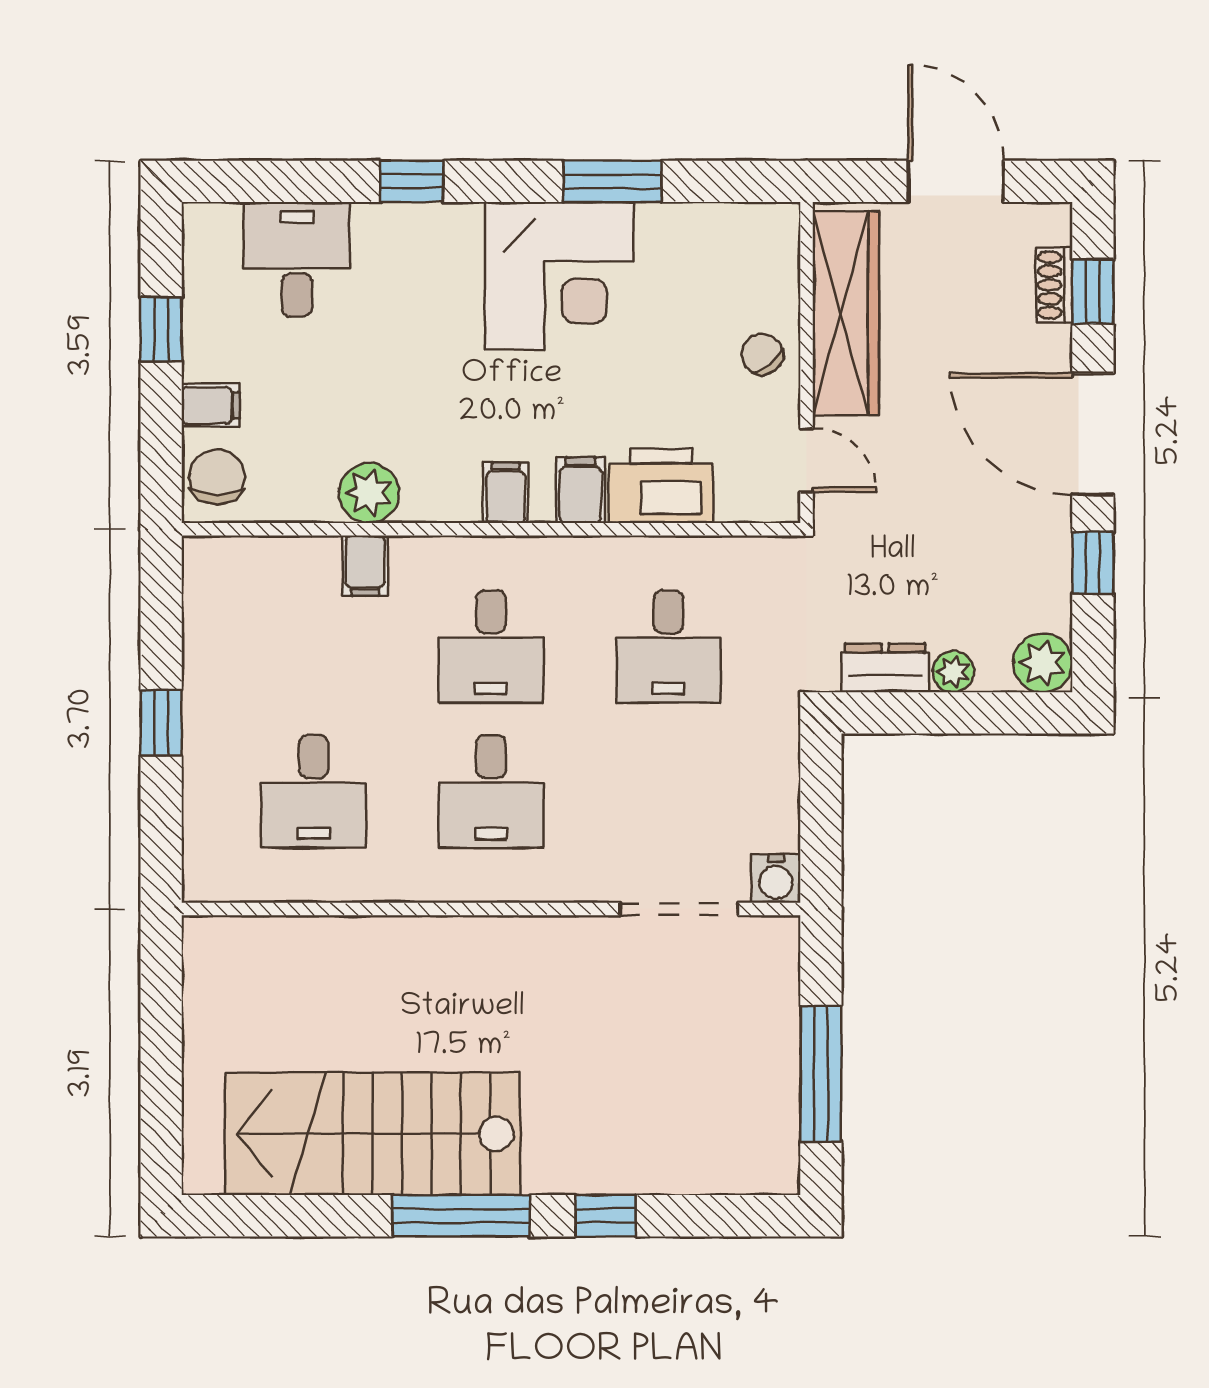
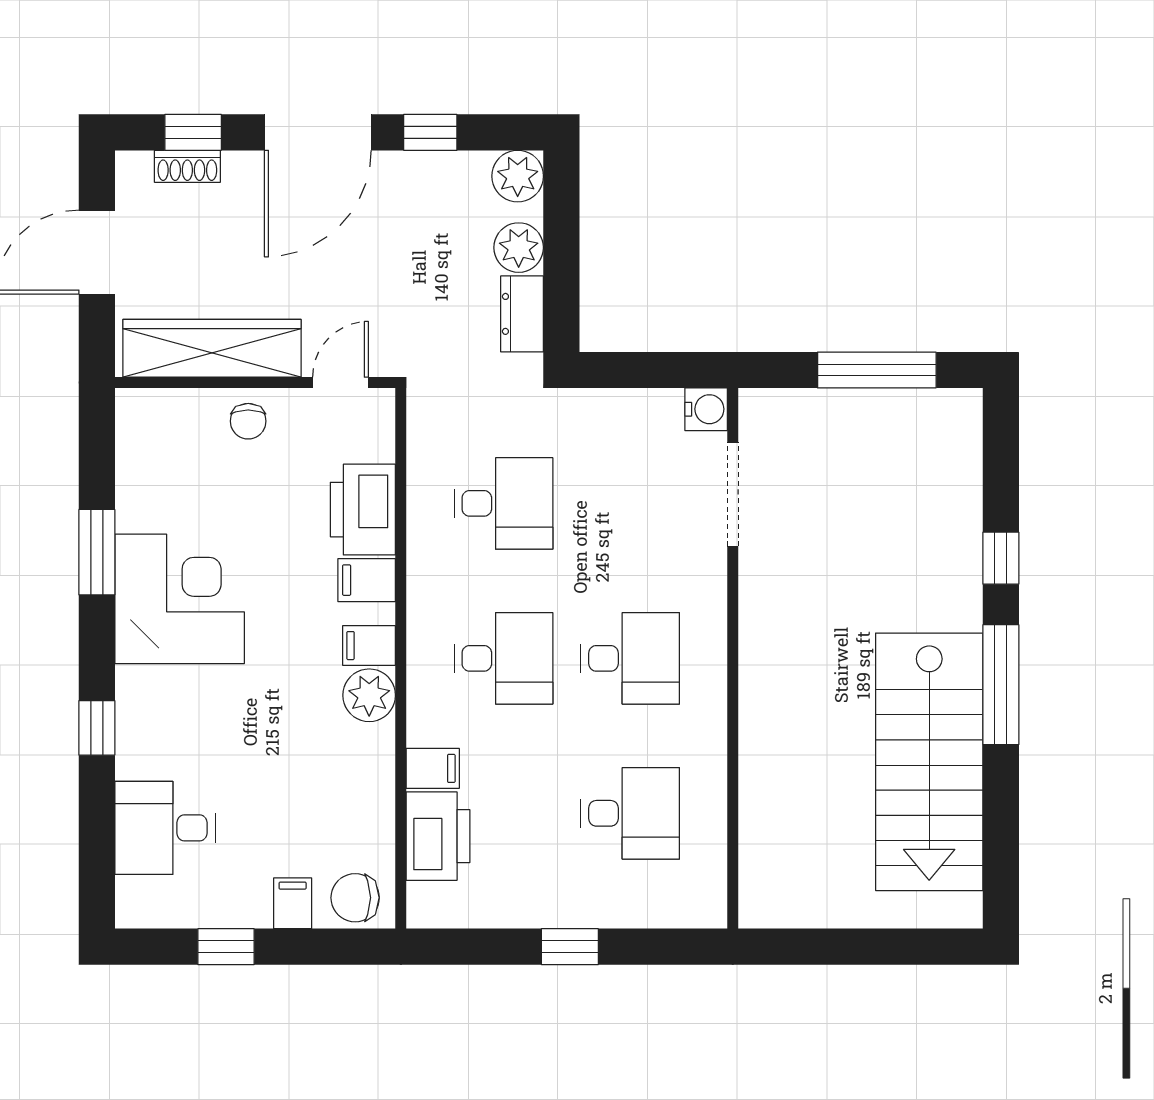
chair: (762, 354) -> (248, 421), turned -52
plant: (369, 493) -> (369, 695), moved
printer: (288, 572) -> (438, 836), added
plant: (953, 672) -> (519, 248), width x1.38, depth x1.38

